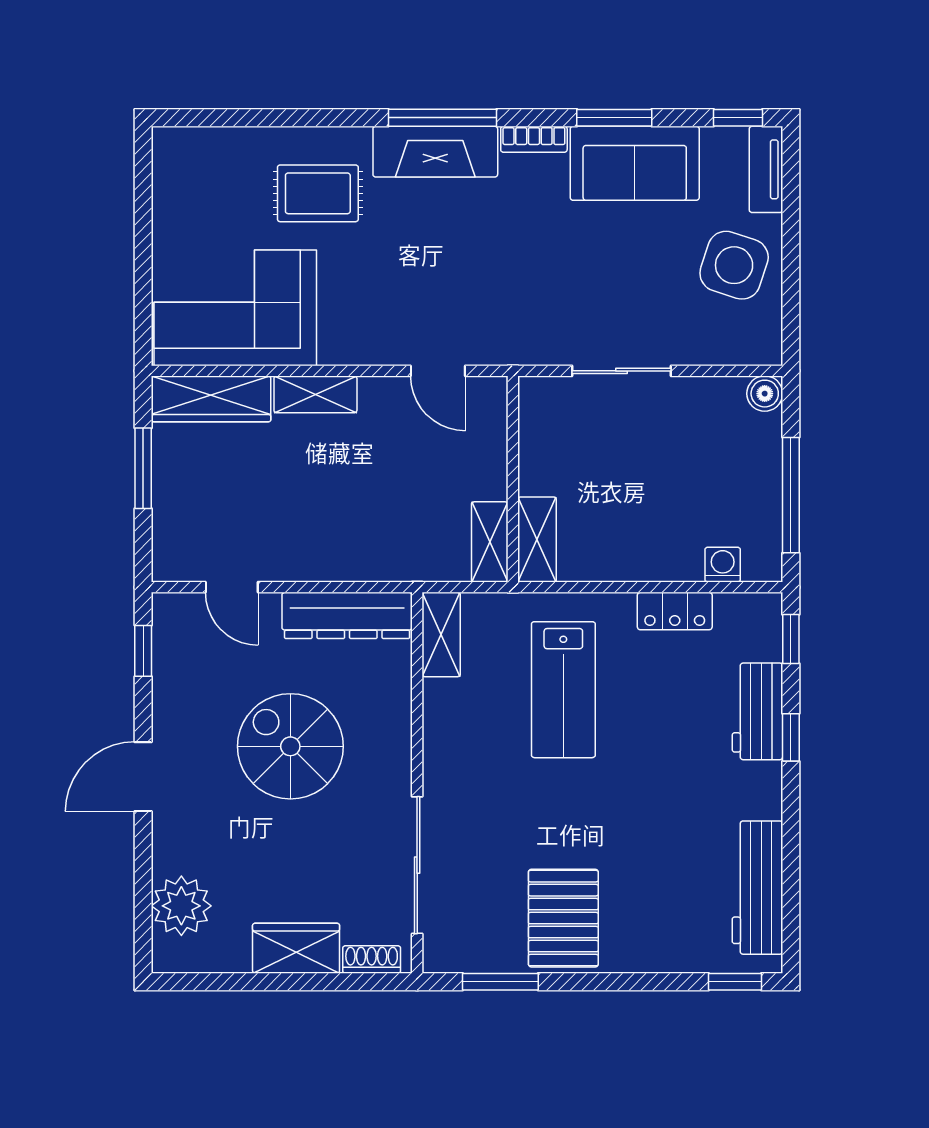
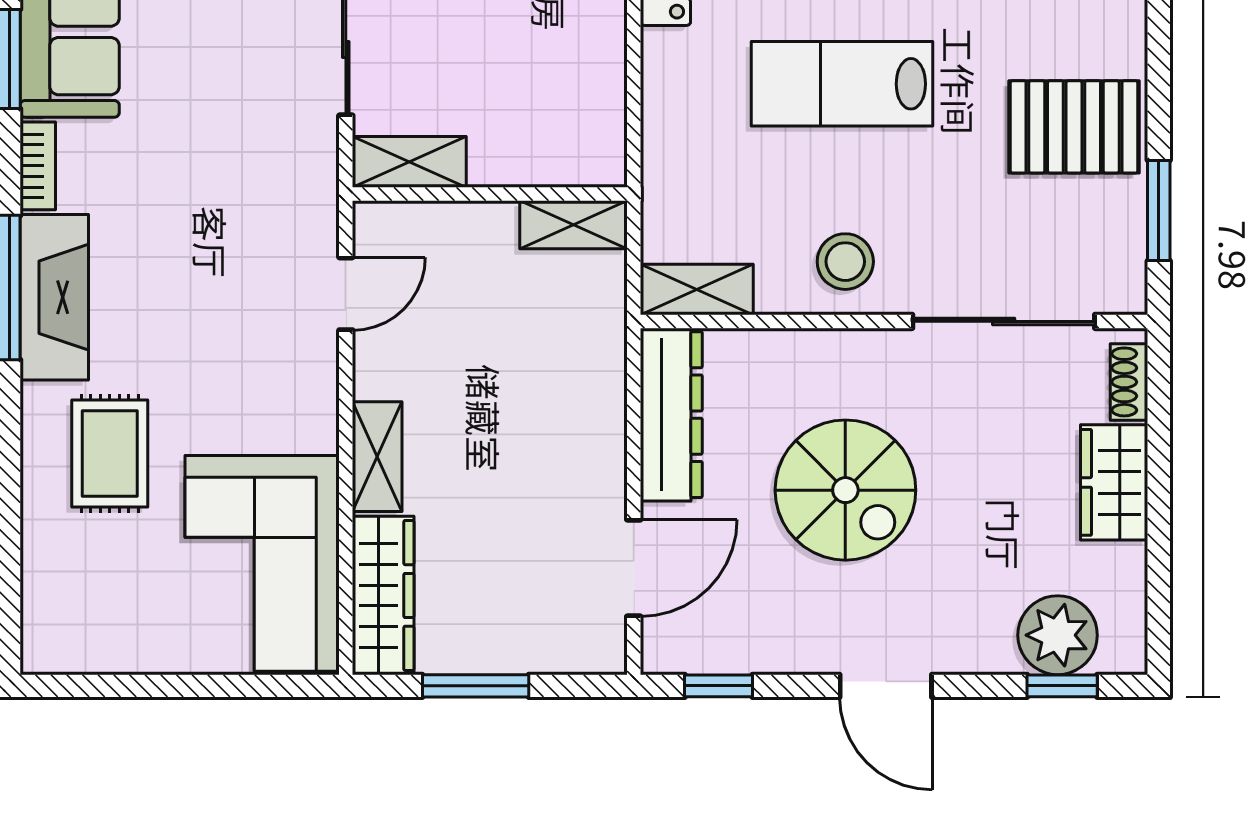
shelving: (537, 539) -> (409, 162), moved
door: (232, 587) -> (634, 568), width x1.38
lab bench: (563, 690) -> (842, 84), moved, turned 180
spiral stairs: (290, 746) -> (845, 490), turned -90
stool: (462, 746) -> (845, 262), added
window: (143, 909) -> (1062, 686), added

